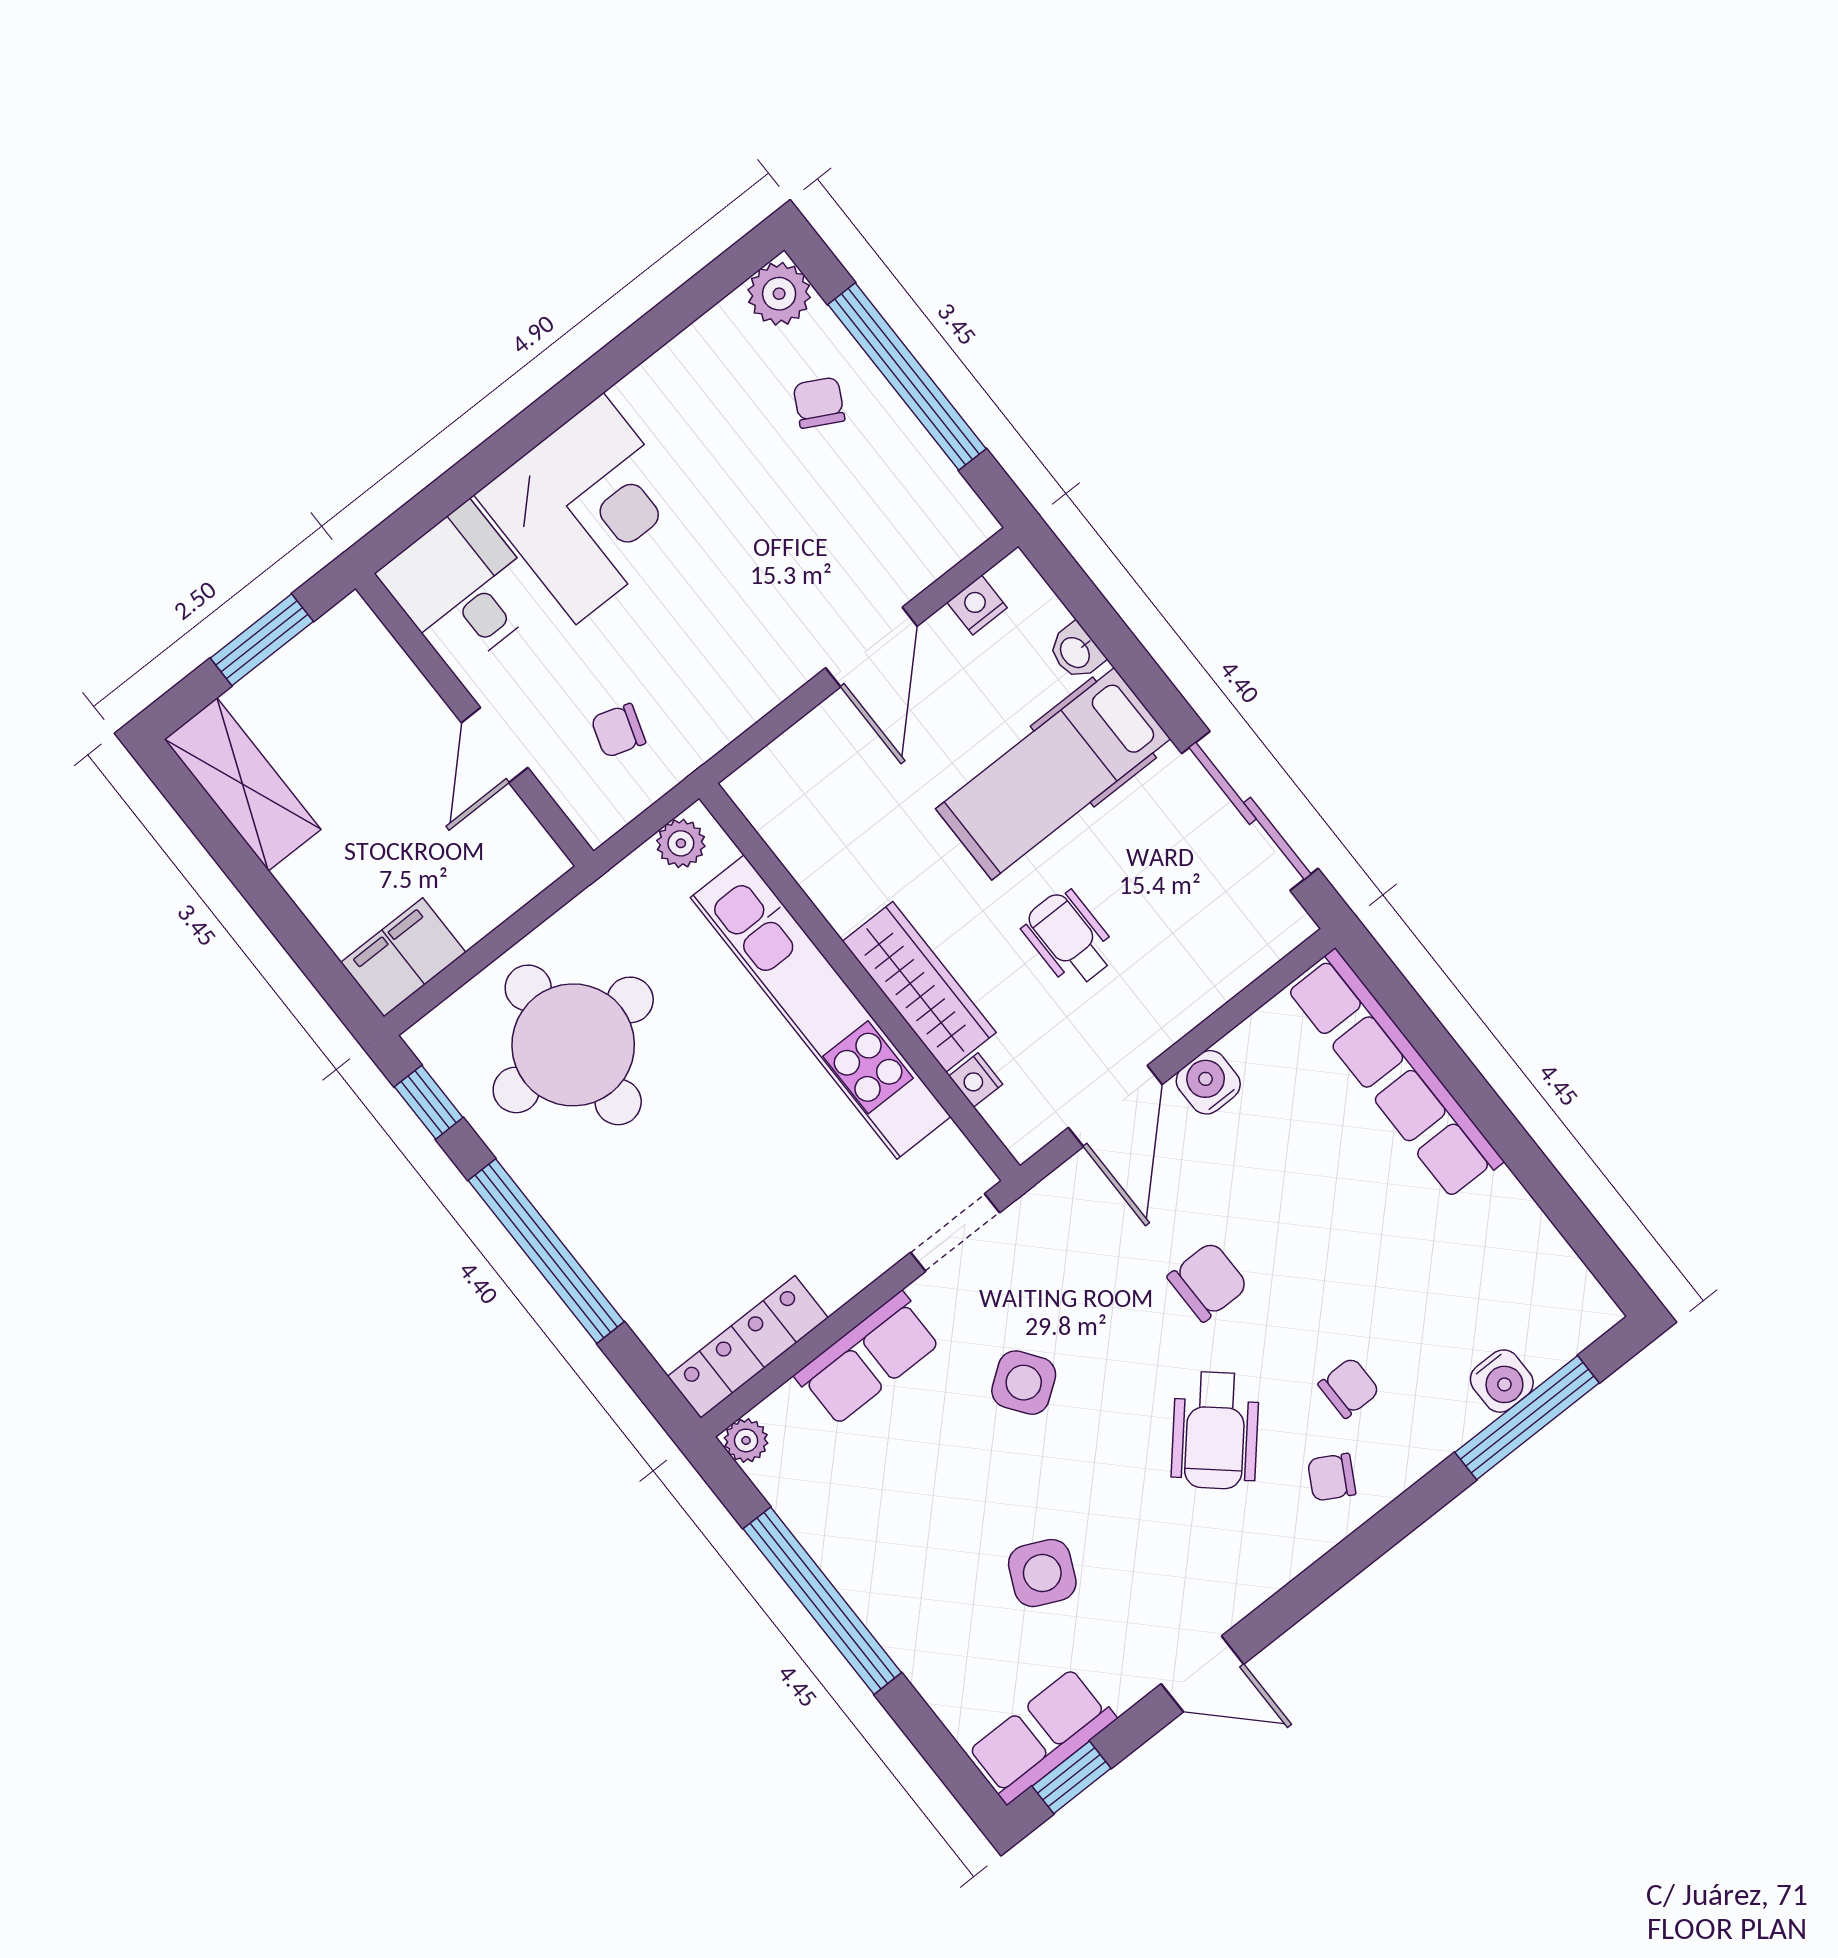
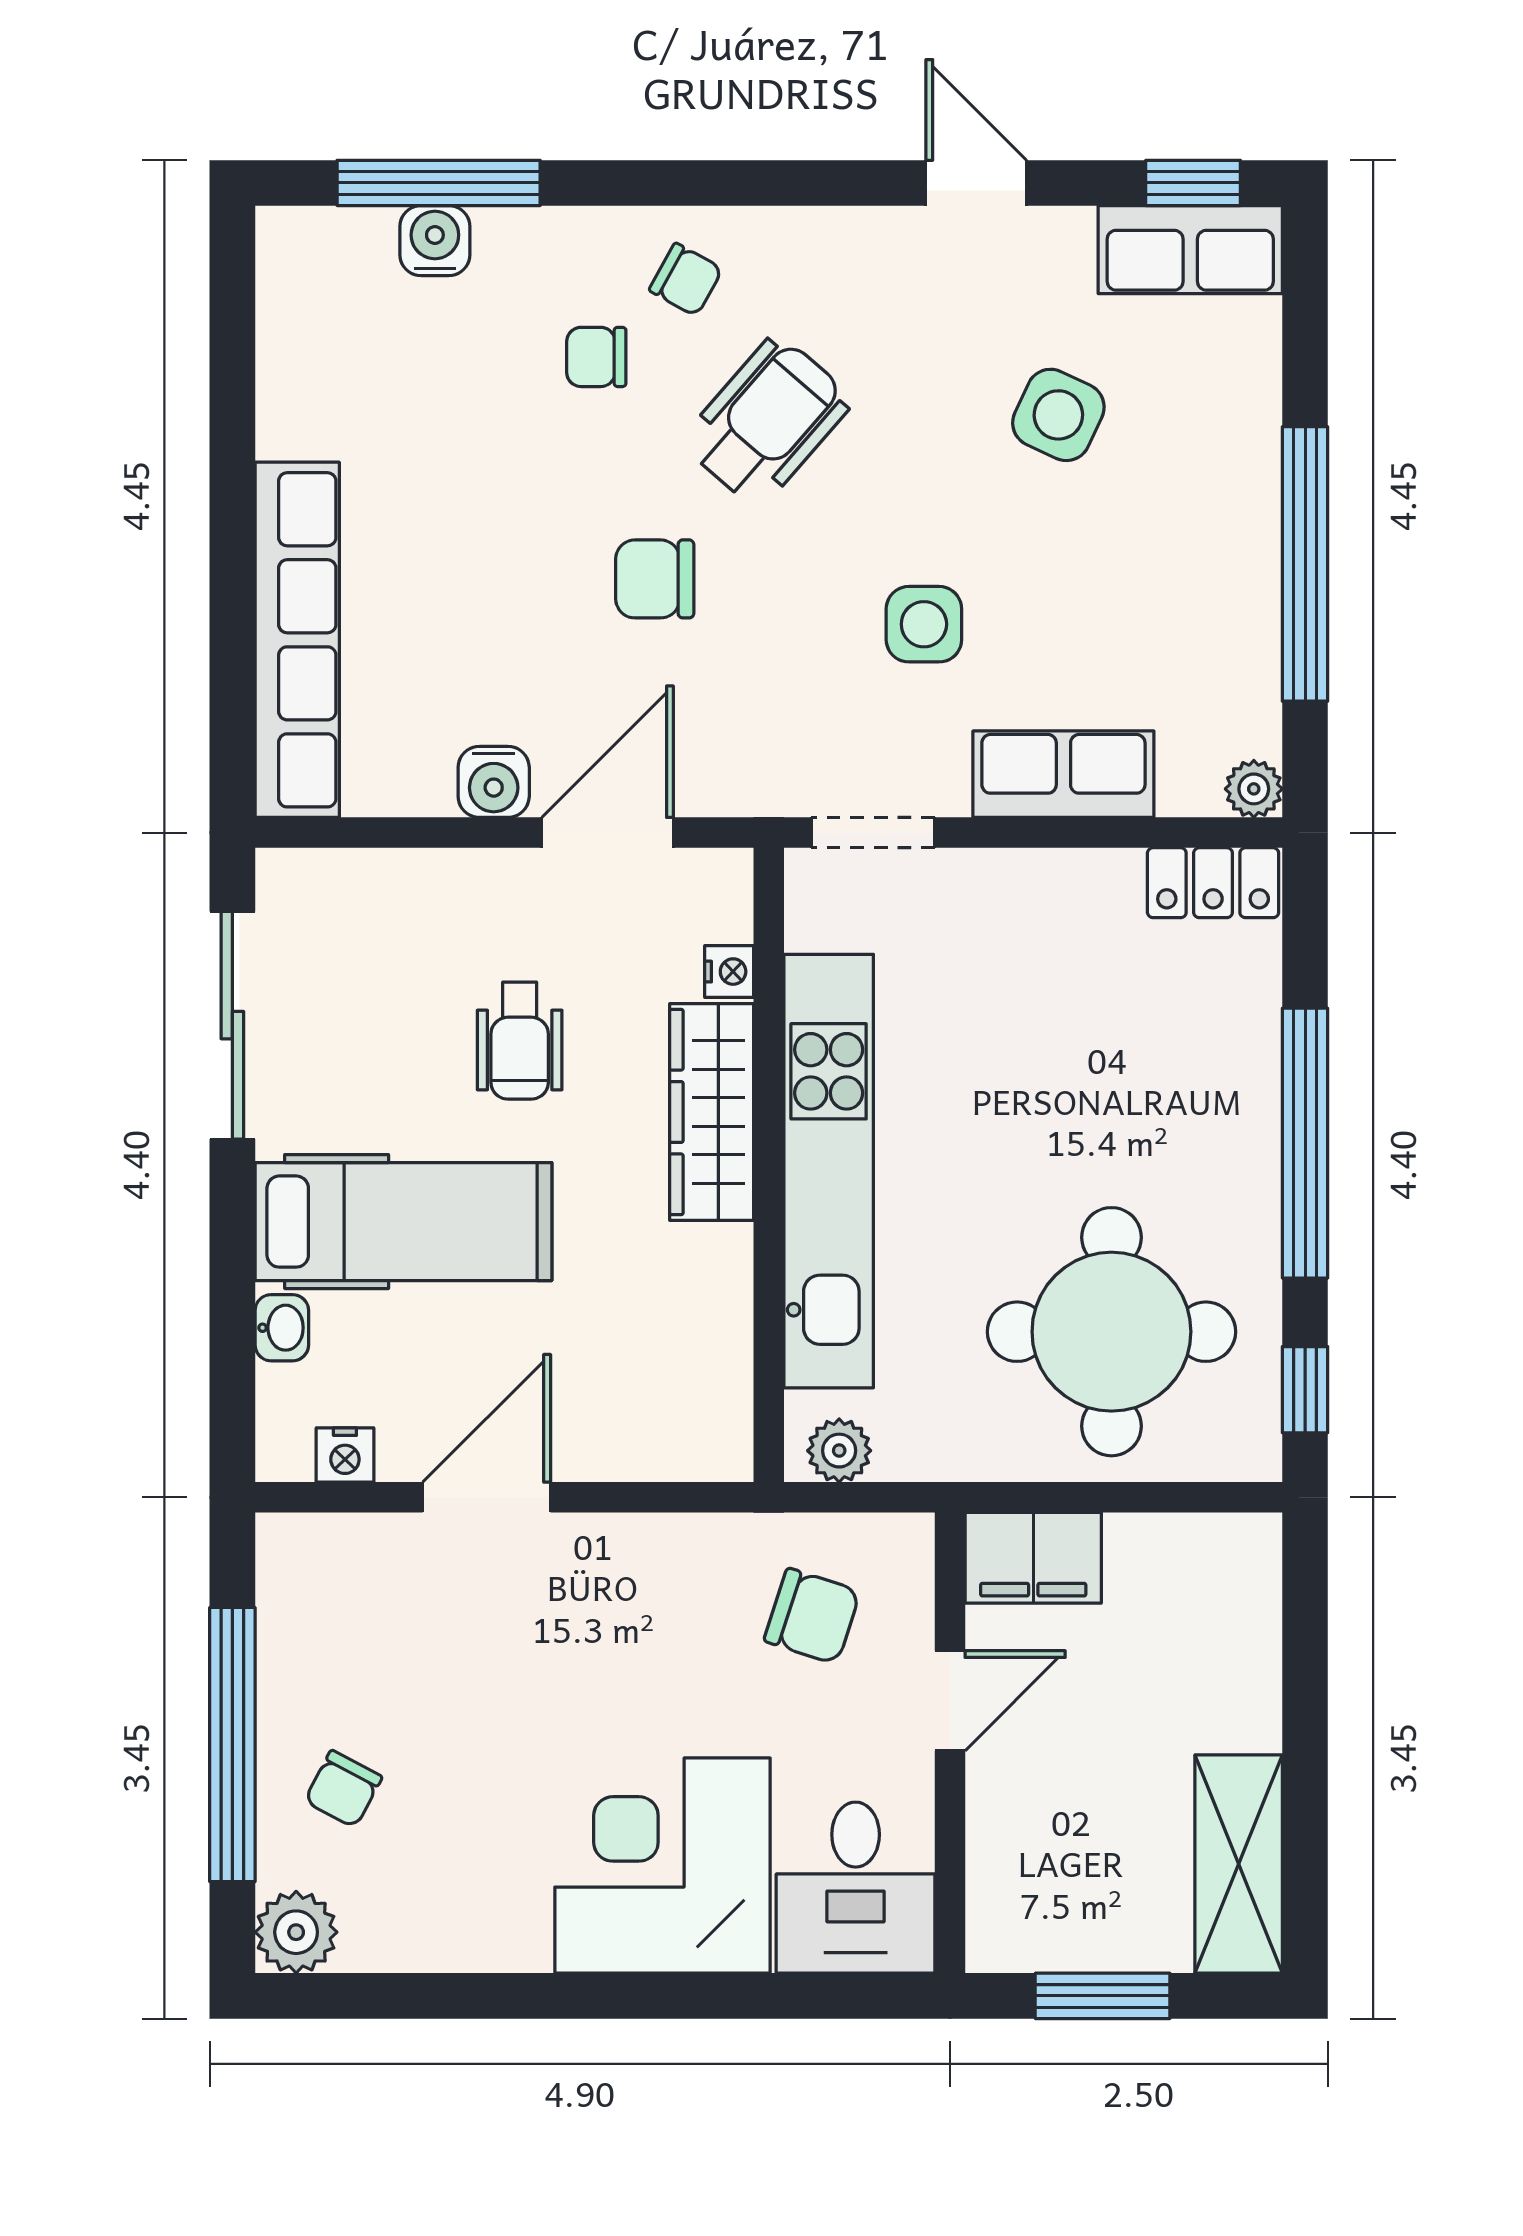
chair: (618, 731) -> (812, 1616), width x1.37, depth x1.37
filing cabinet: (403, 957) -> (1033, 1558), moved
locker: (748, 1347) -> (1213, 883), width x0.66
side table: (1024, 1383) -> (924, 624), turned 36

